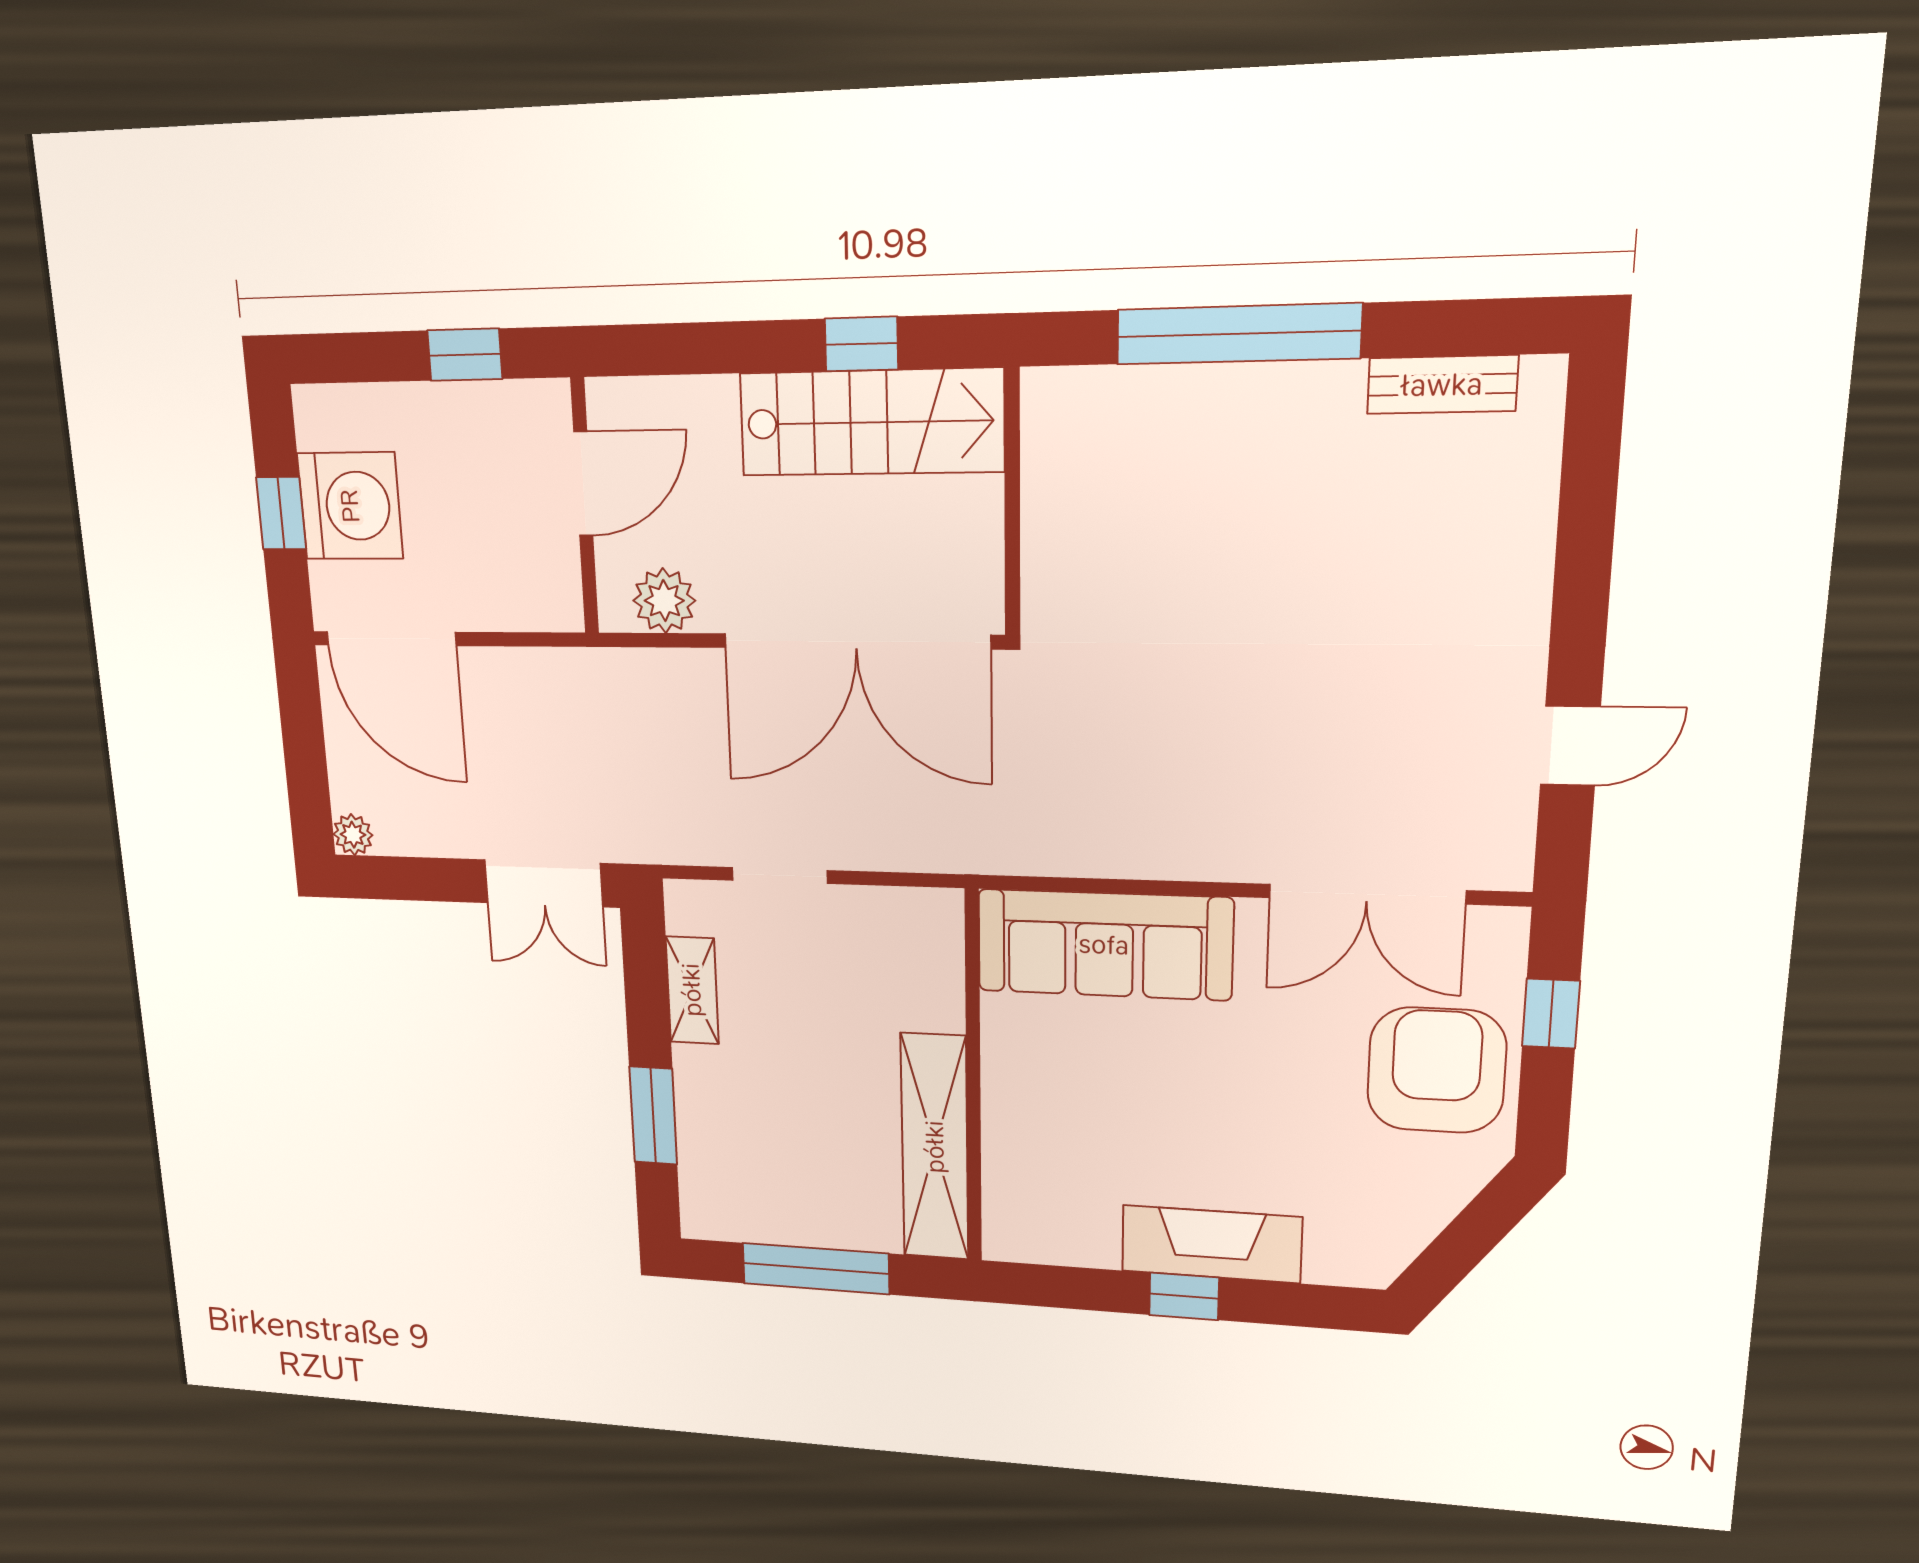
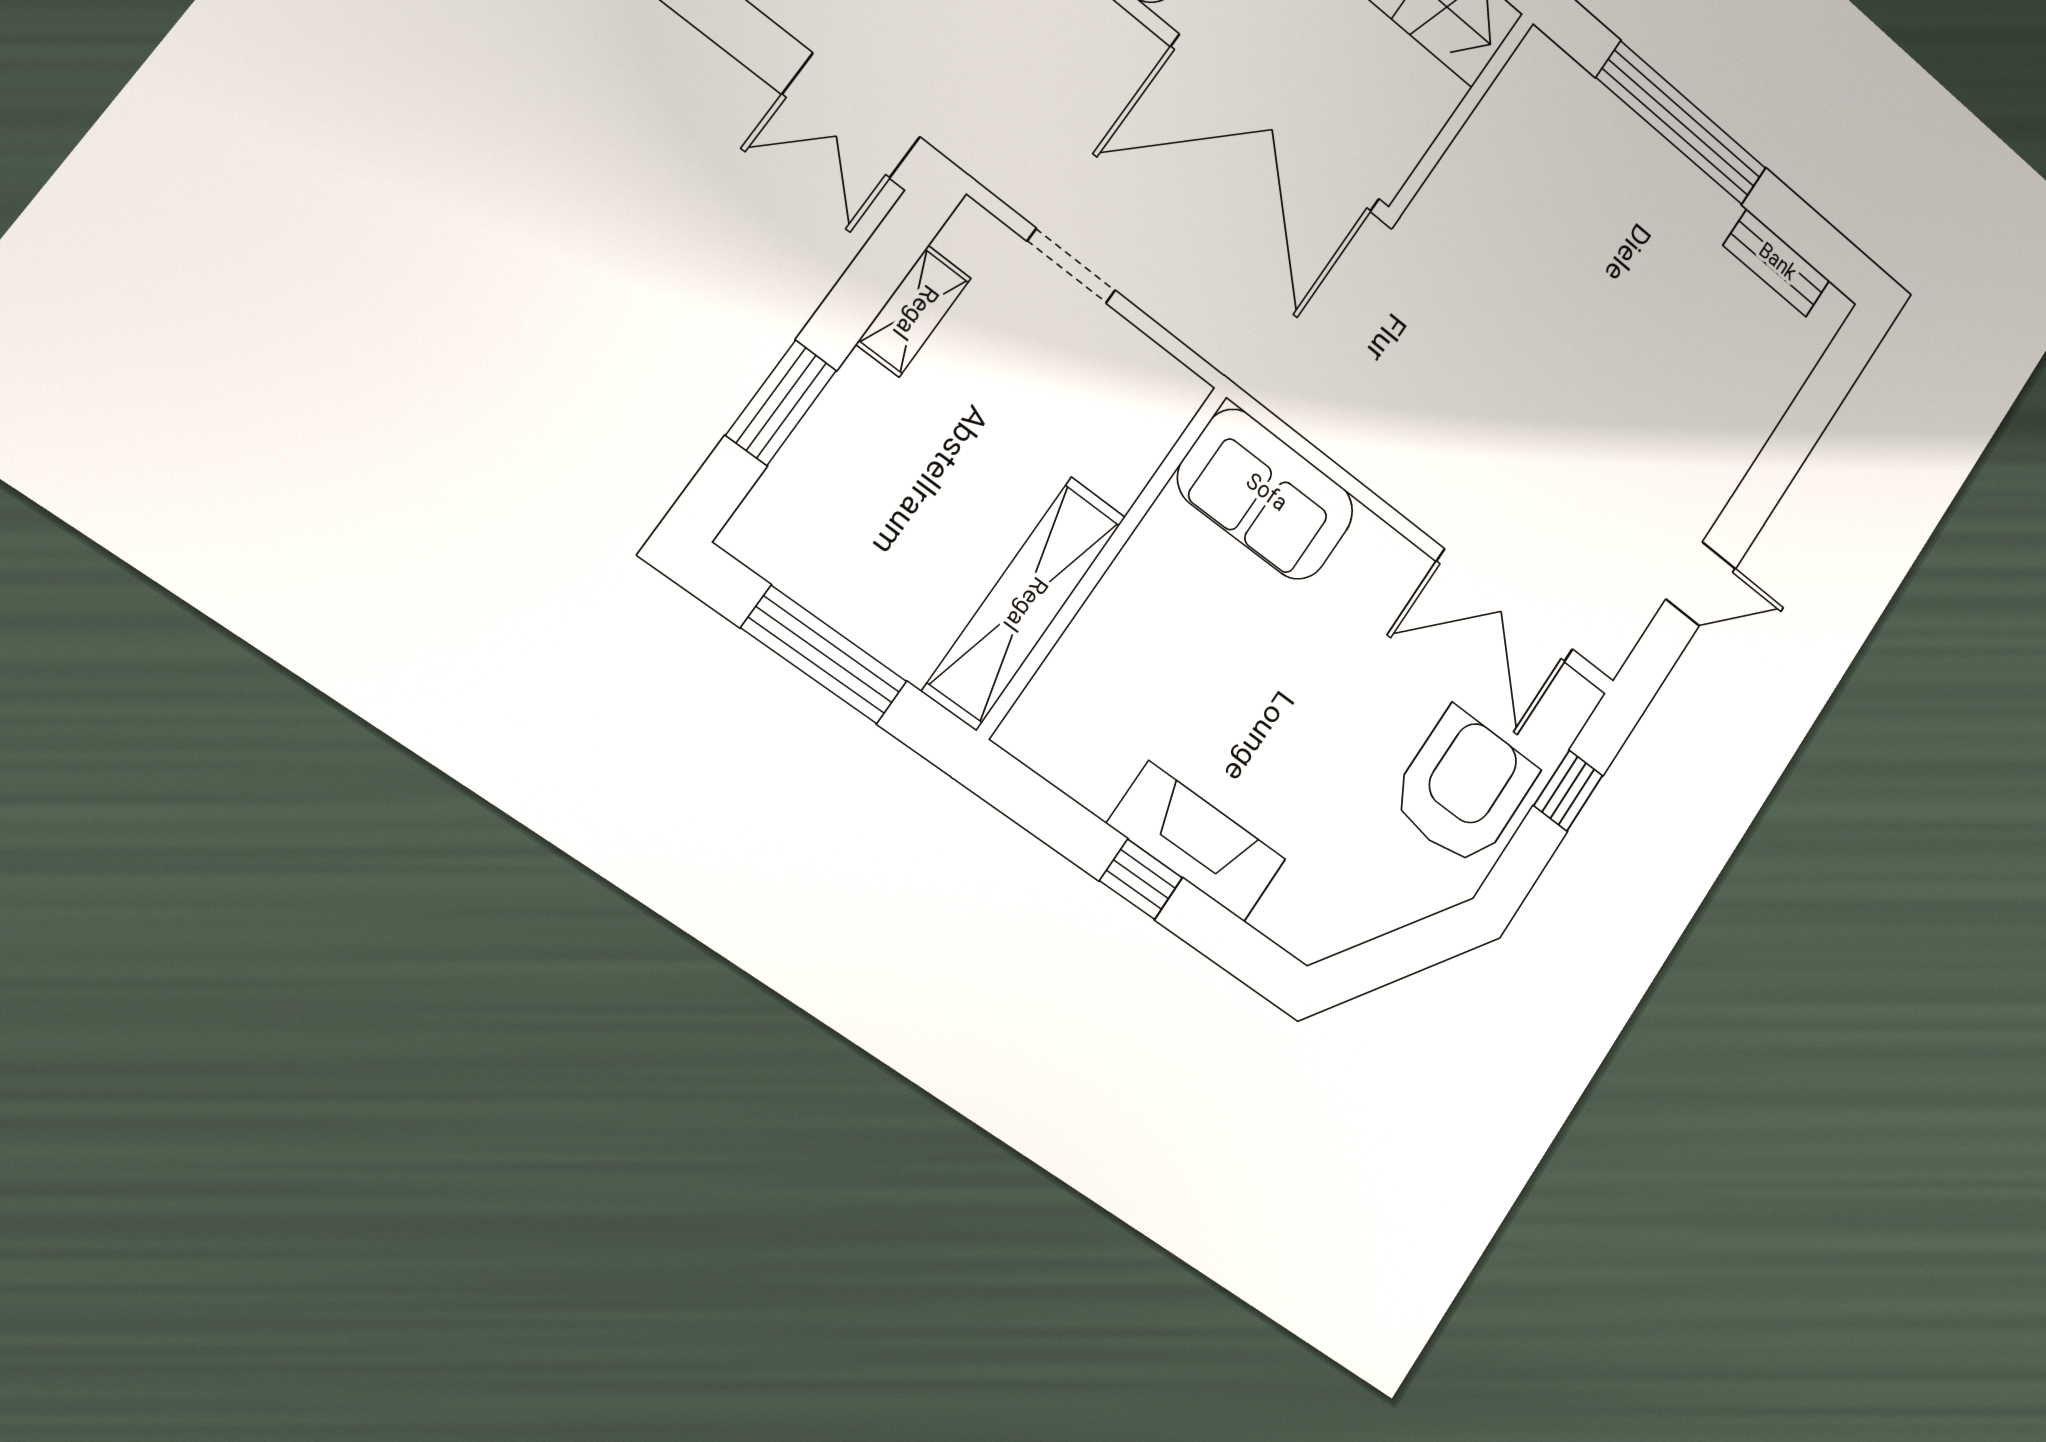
sofa: (1104, 945) -> (1266, 494), width x0.73

